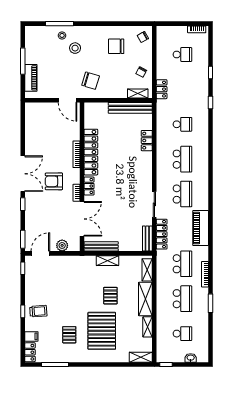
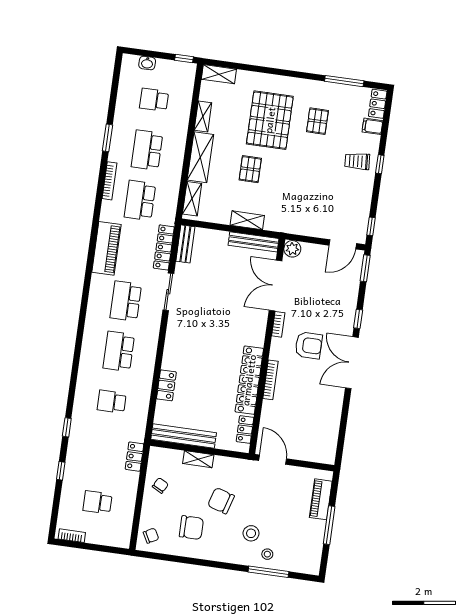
chair: (91, 81) -> (221, 501), moved
shelving: (138, 93) -> (198, 459), moved
locker: (89, 186) -> (245, 429), moved
plant: (62, 245) -> (292, 249), moved

